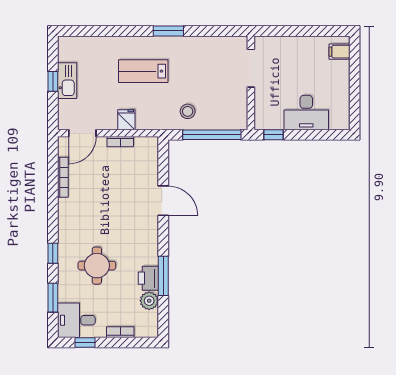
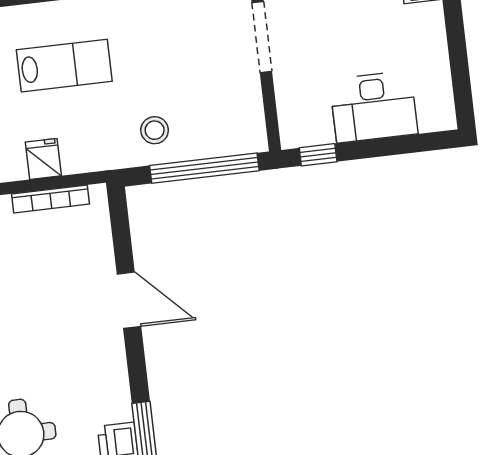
lab bench: (143, 71) -> (64, 66), turned 180
bookcase: (120, 142) -> (51, 199), width x1.56

